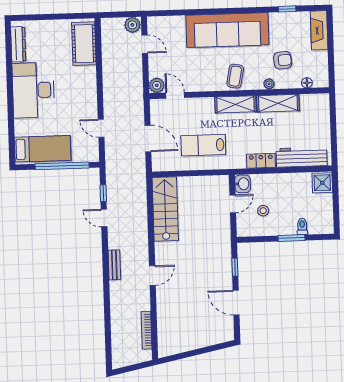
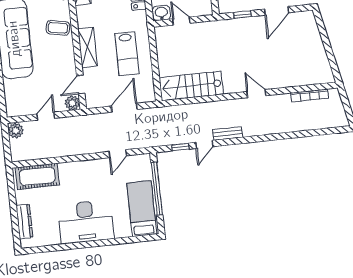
dresser: (18, 44) -> (24, 222), moved, turned 90
door: (145, 44) -> (46, 116), moved
shelving: (236, 104) -> (88, 48), moved
bench: (114, 265) -> (228, 133), moved

